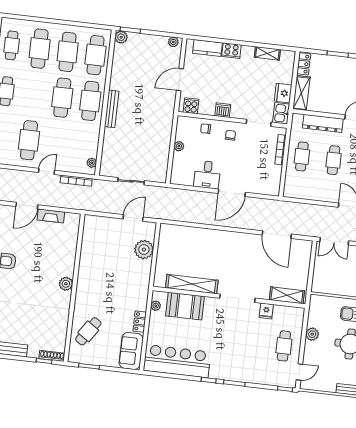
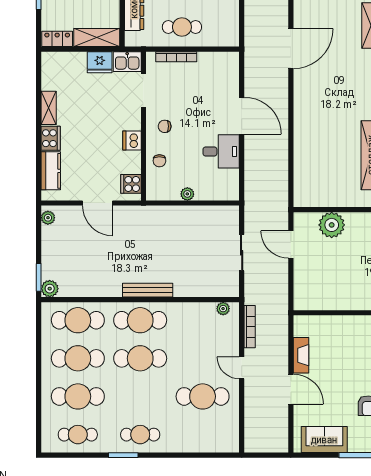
shelving: (267, 53) -> (49, 108), moved

